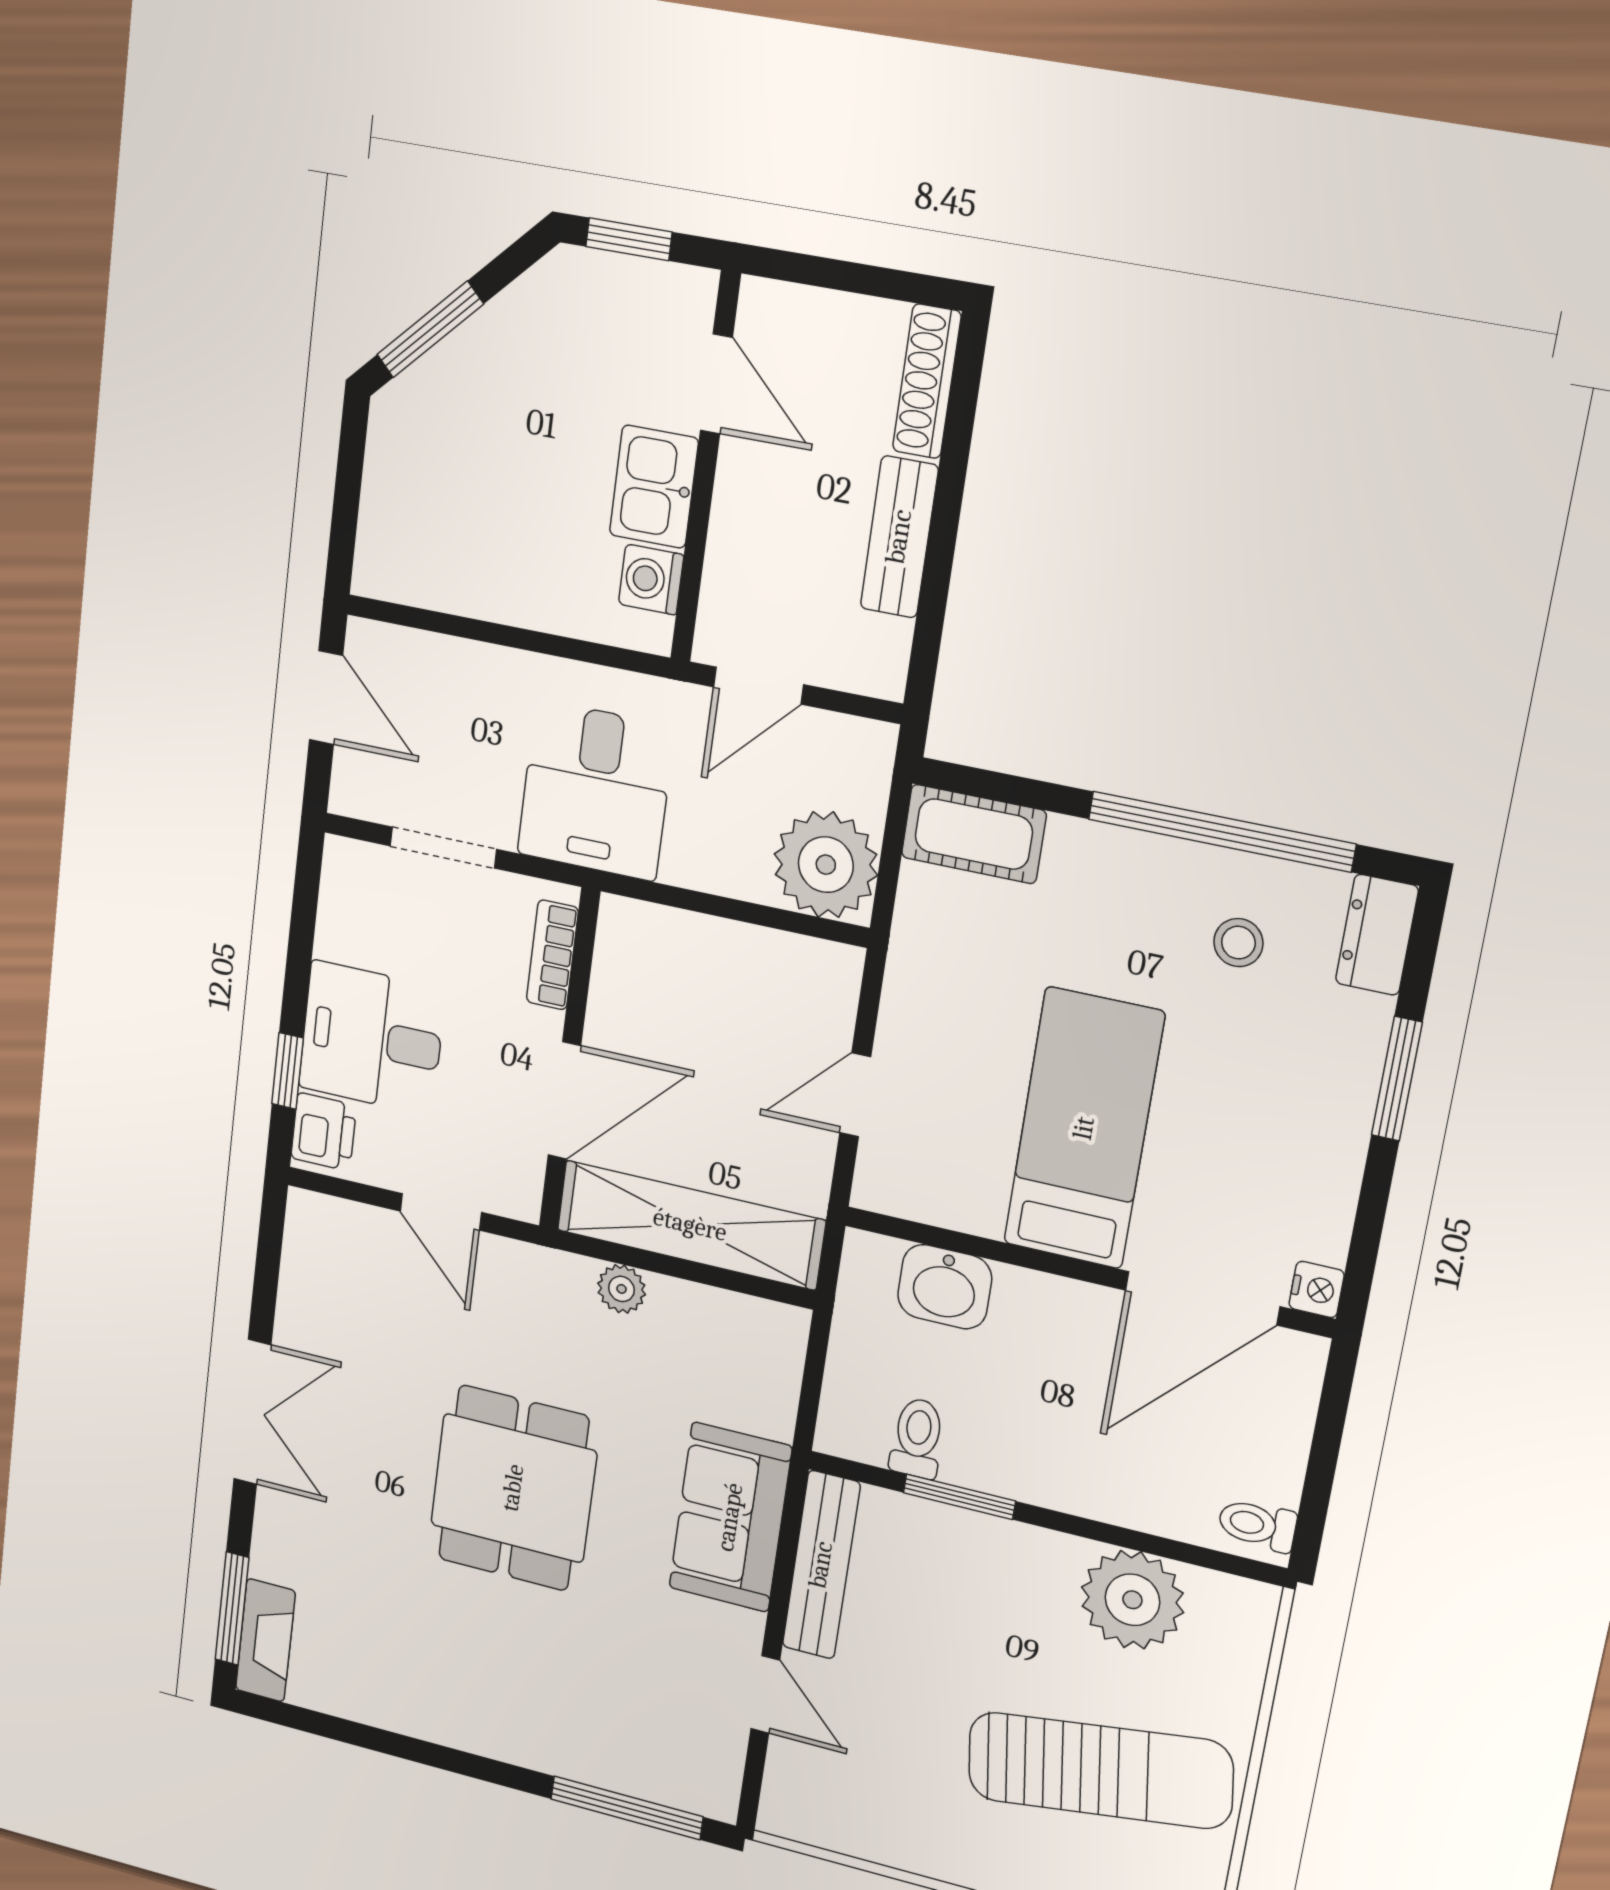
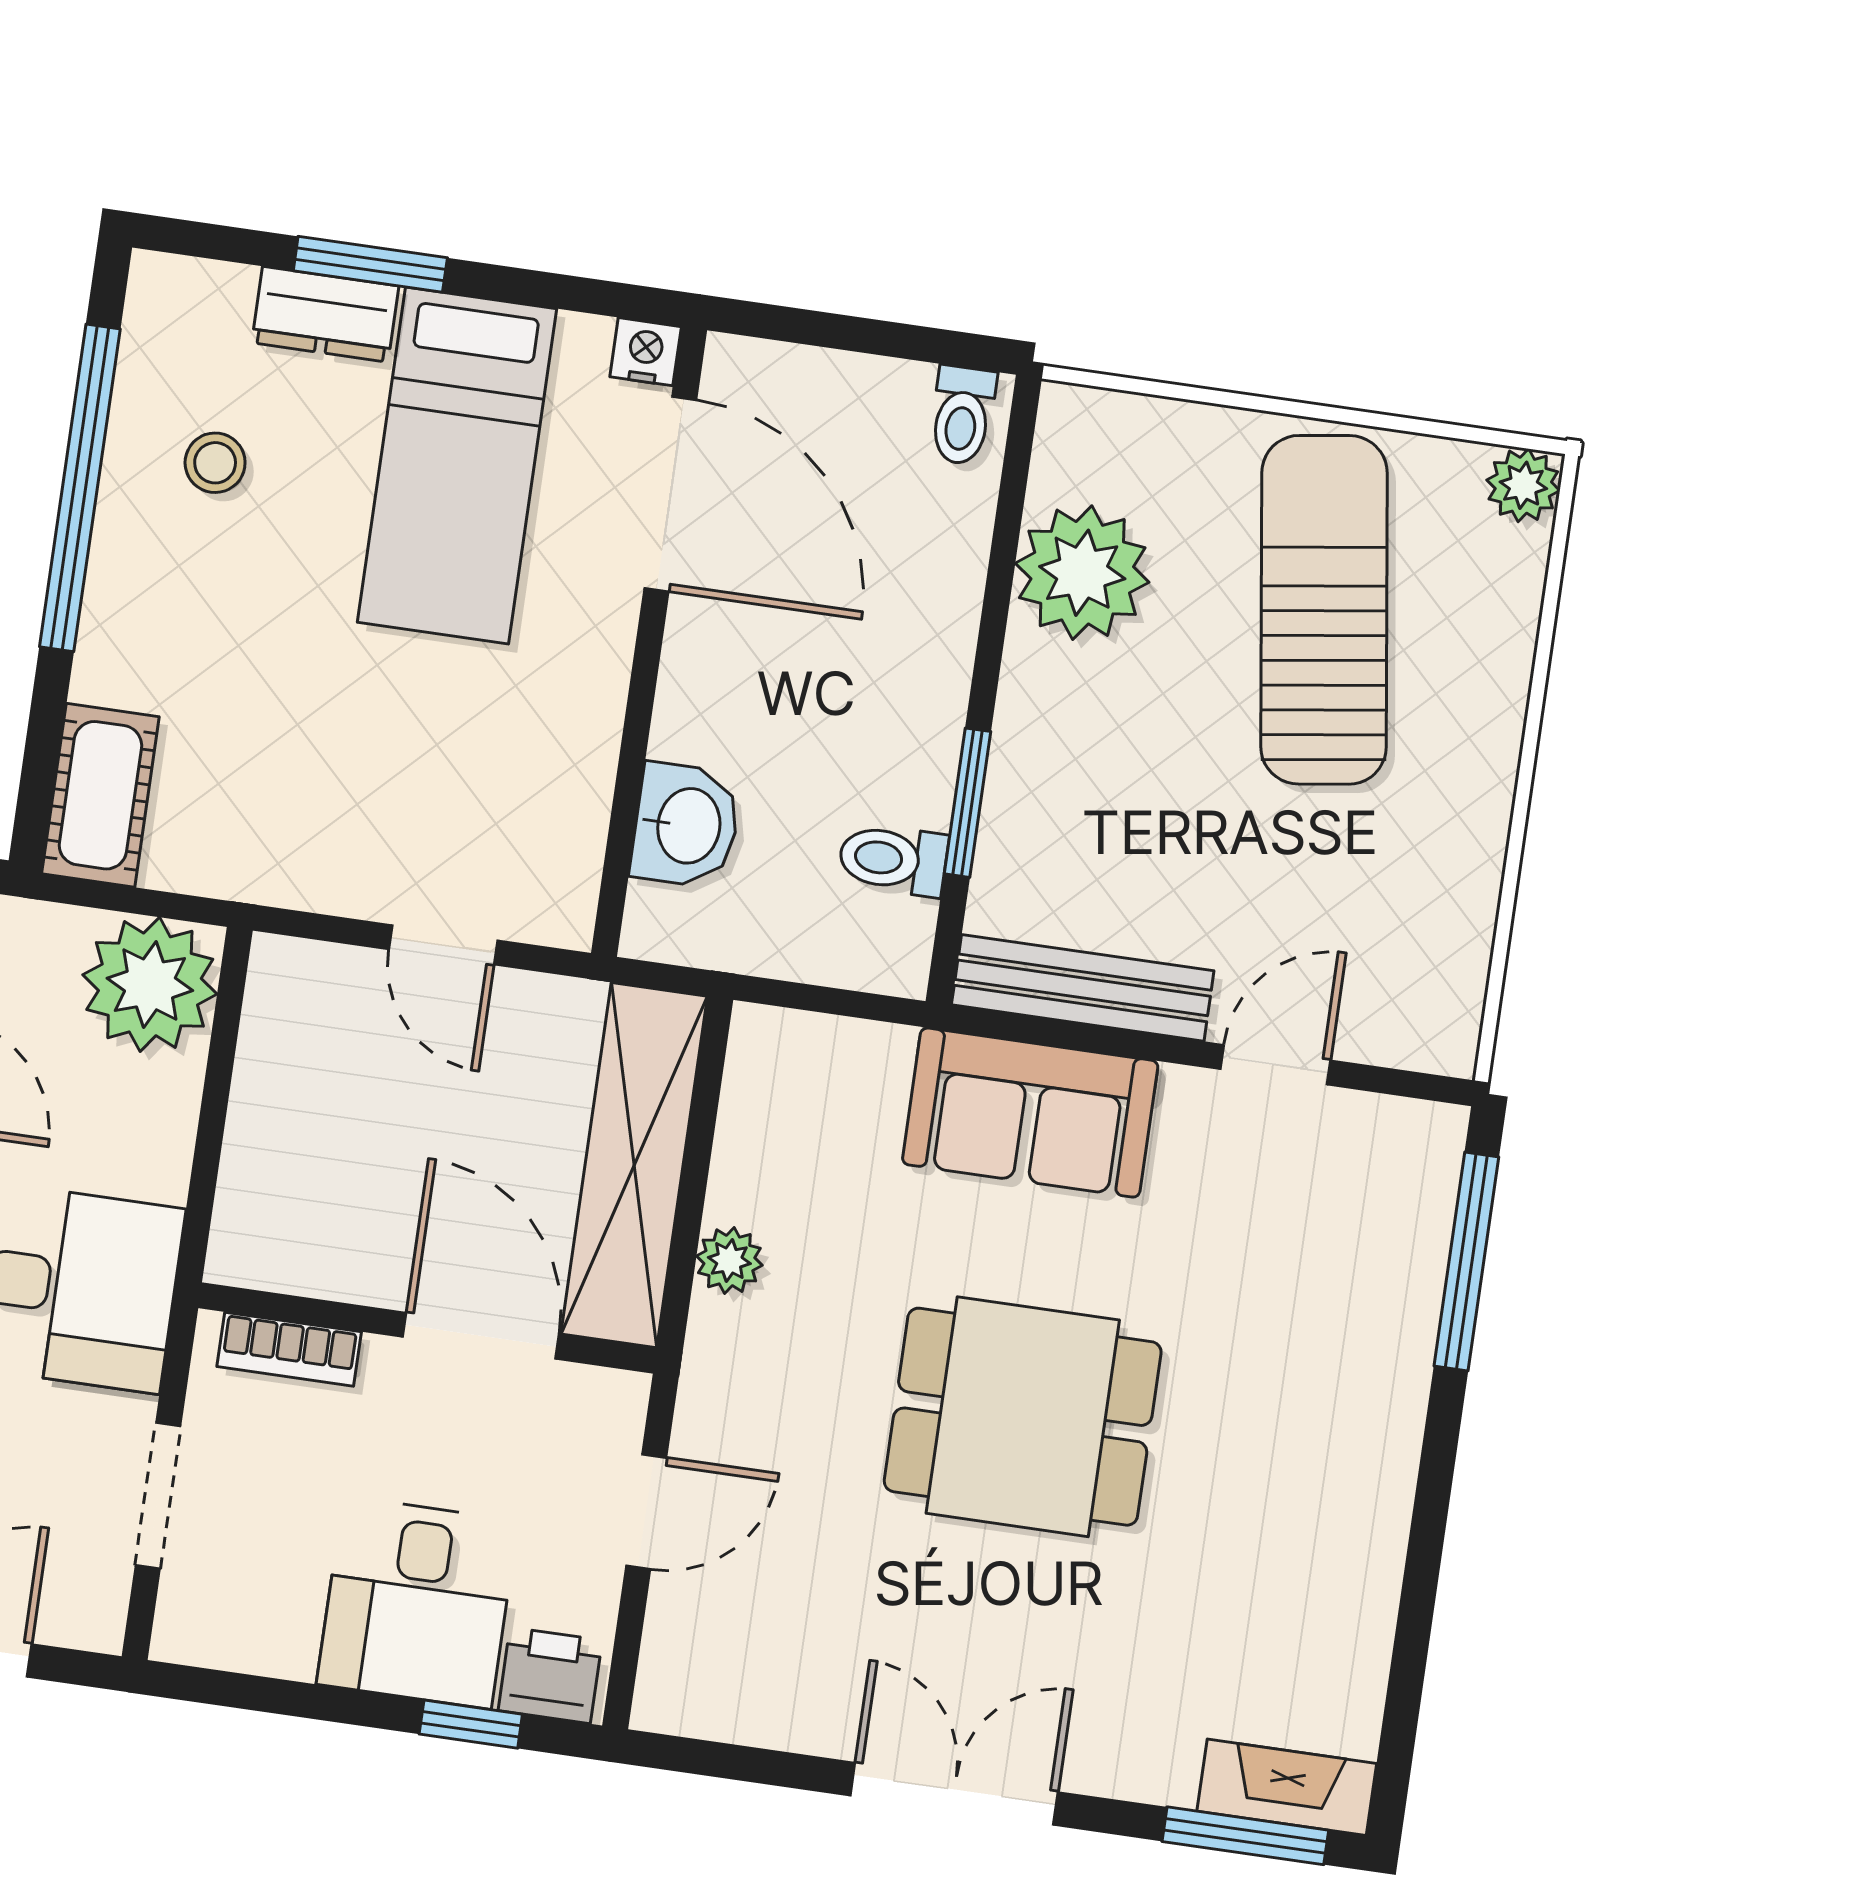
dresser: (1377, 935) -> (325, 314), moved
bed: (1084, 1128) -> (457, 465), moved, turned -90

